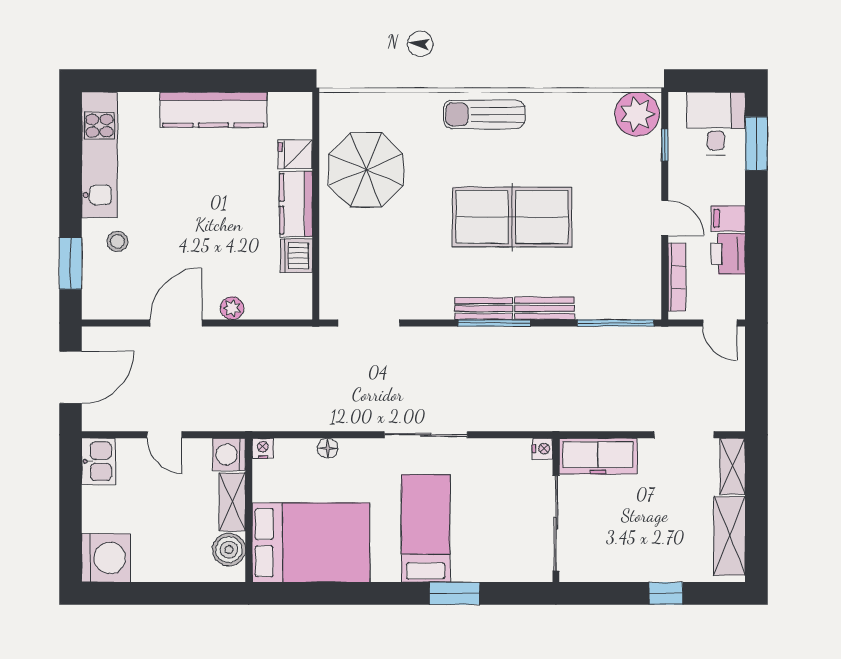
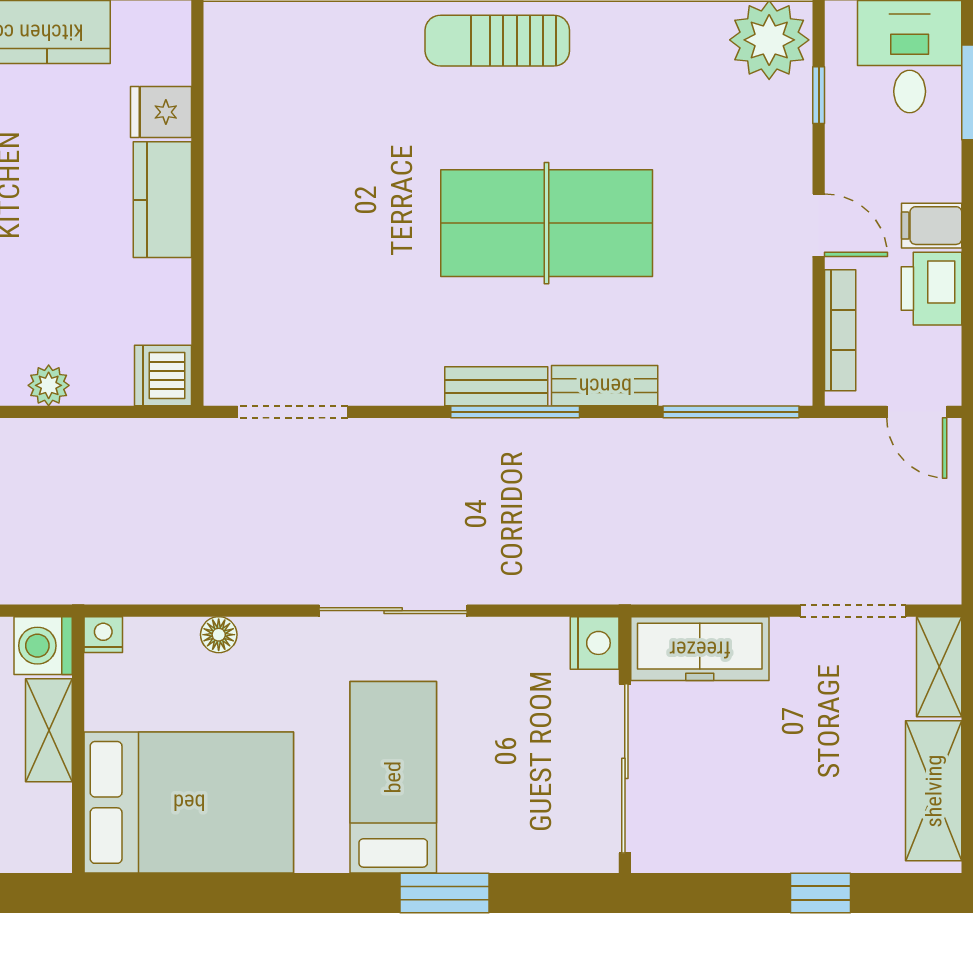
parasol: (366, 170) -> (287, 139), removed
dishwasher: (296, 256) -> (163, 375), moved
nightstand: (542, 449) -> (595, 643), width x1.39, depth x1.35
boiler: (229, 550) -> (43, 815), removed

